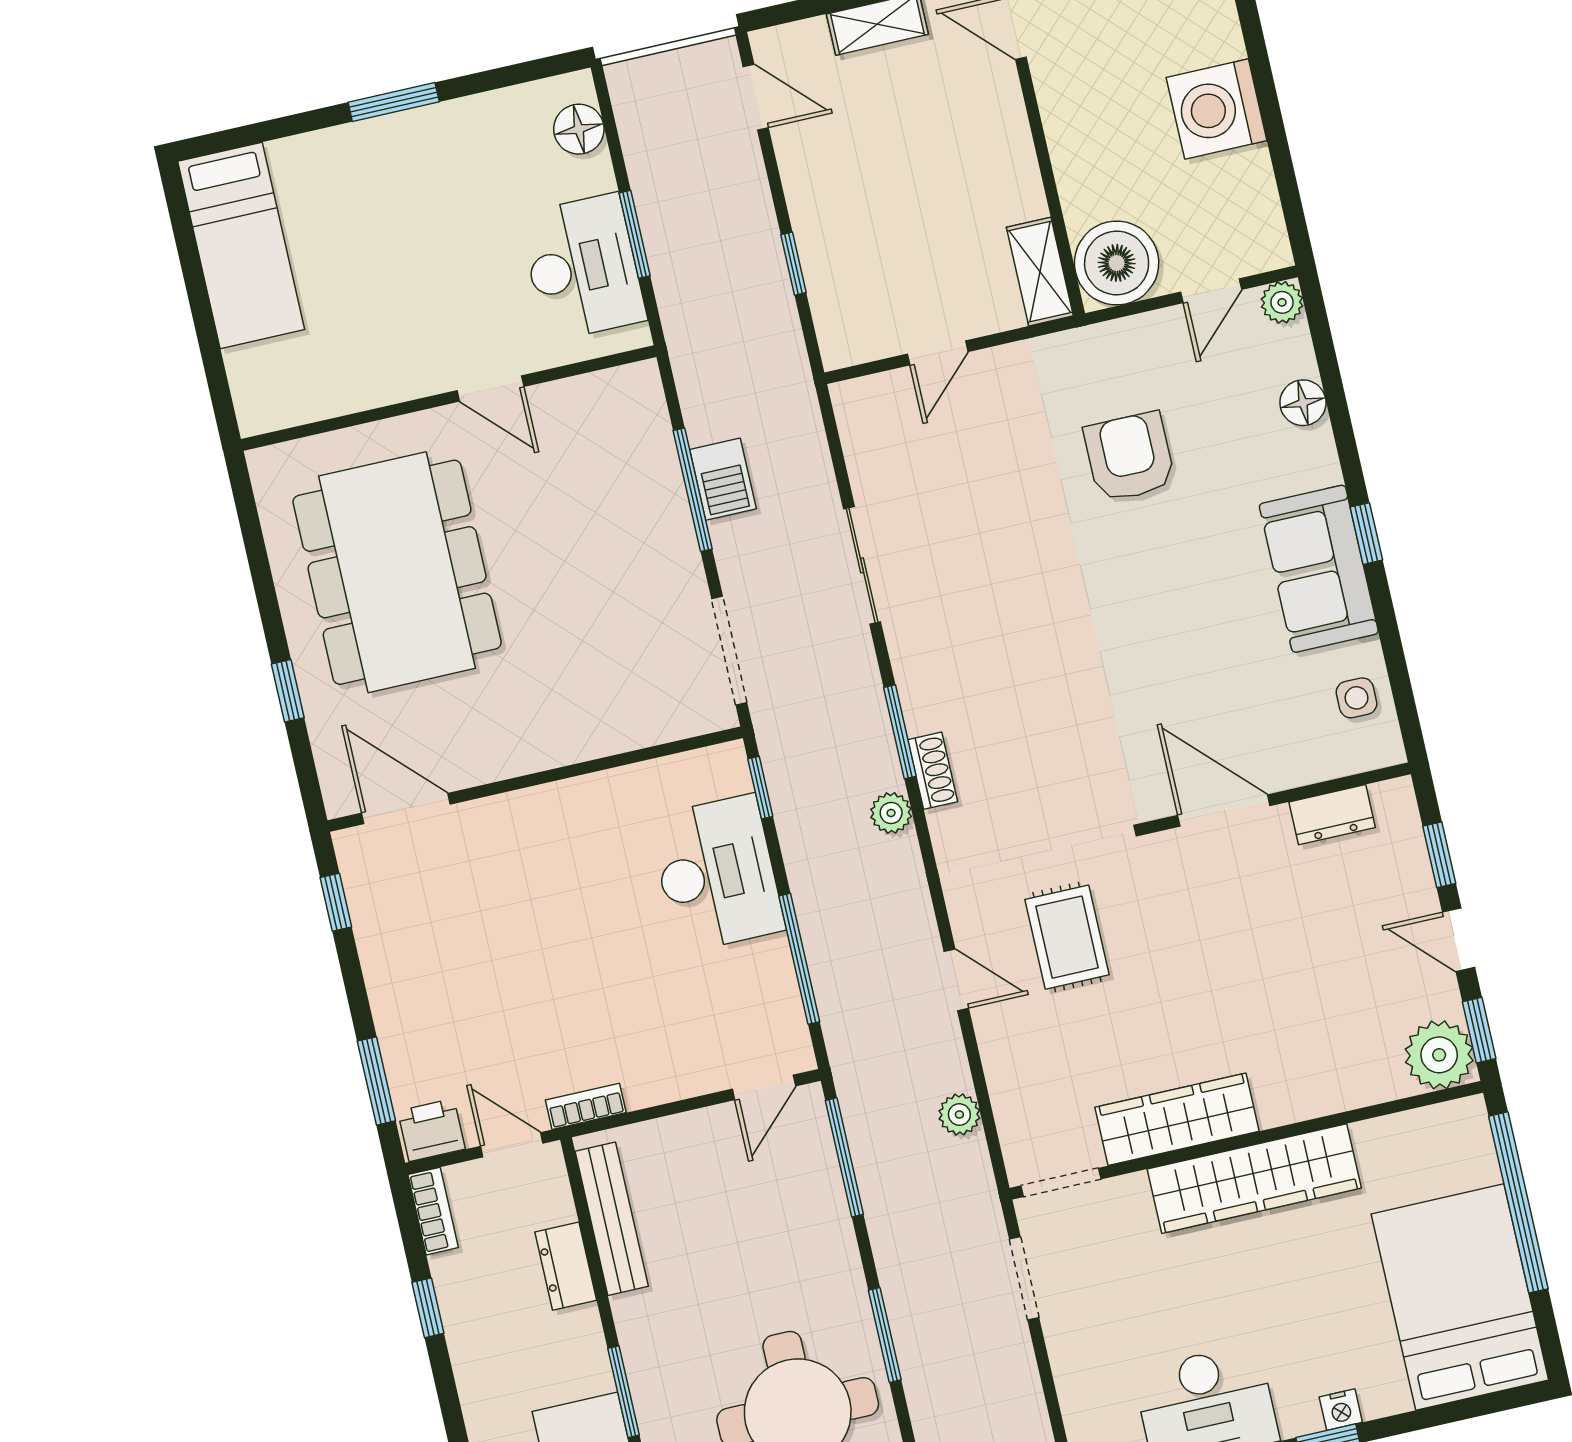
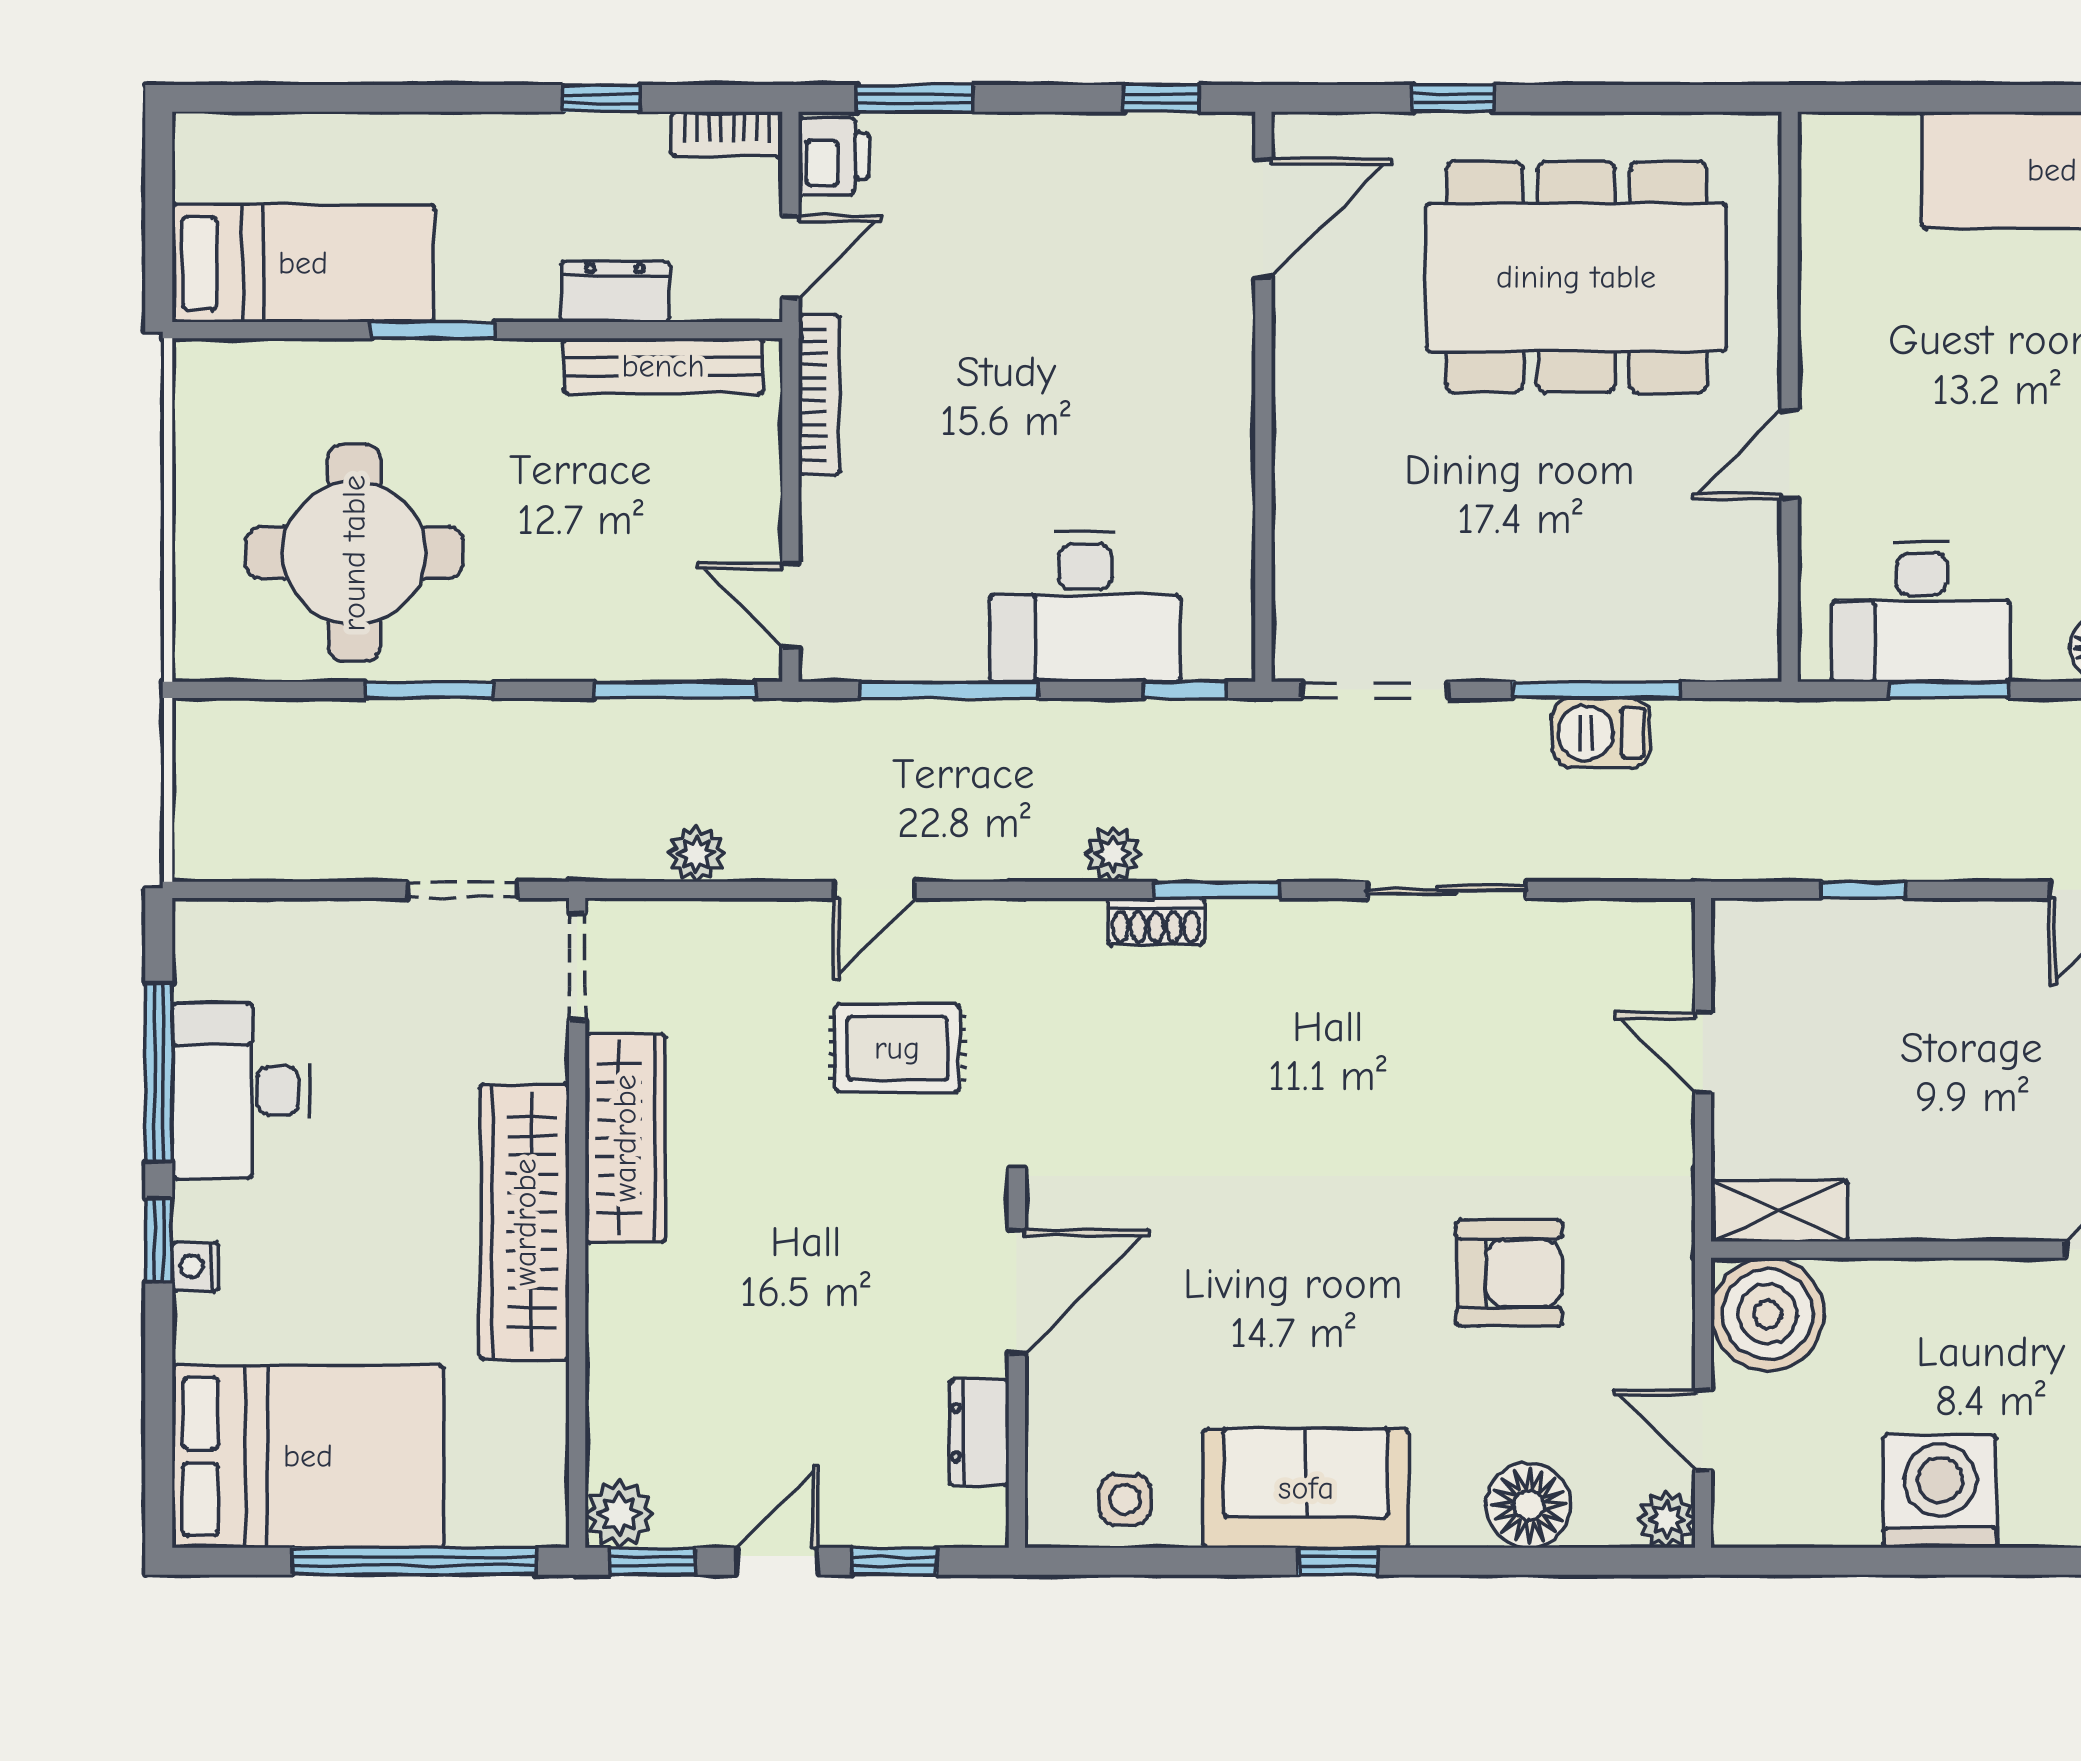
floor lamp: (1303, 403) -> (1529, 1506), width x1.38, depth x1.38
plant: (1439, 1055) -> (619, 1514), width x0.73, depth x0.73
bookcase: (586, 1106) -> (819, 394), width x1.56

